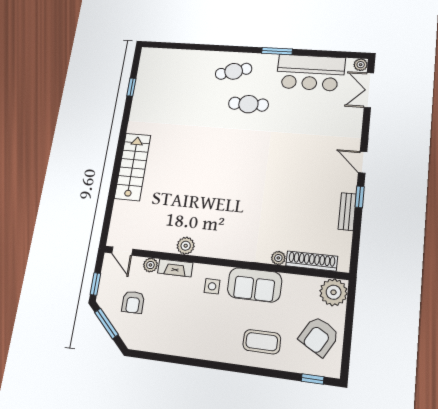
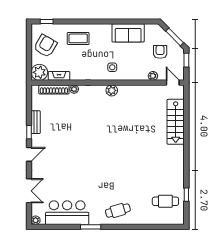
double door: (369, 90) -> (29, 191), moved
cafe table: (248, 104) -> (165, 201), moved
door: (363, 162) -> (29, 154), hinge flipped
stairs: (133, 167) -> (176, 122), moved
plant: (186, 246) -> (112, 90), moved
fireplace: (175, 268) -> (59, 76), moved
sofa: (255, 285) -> (128, 33), moved, turned 180

